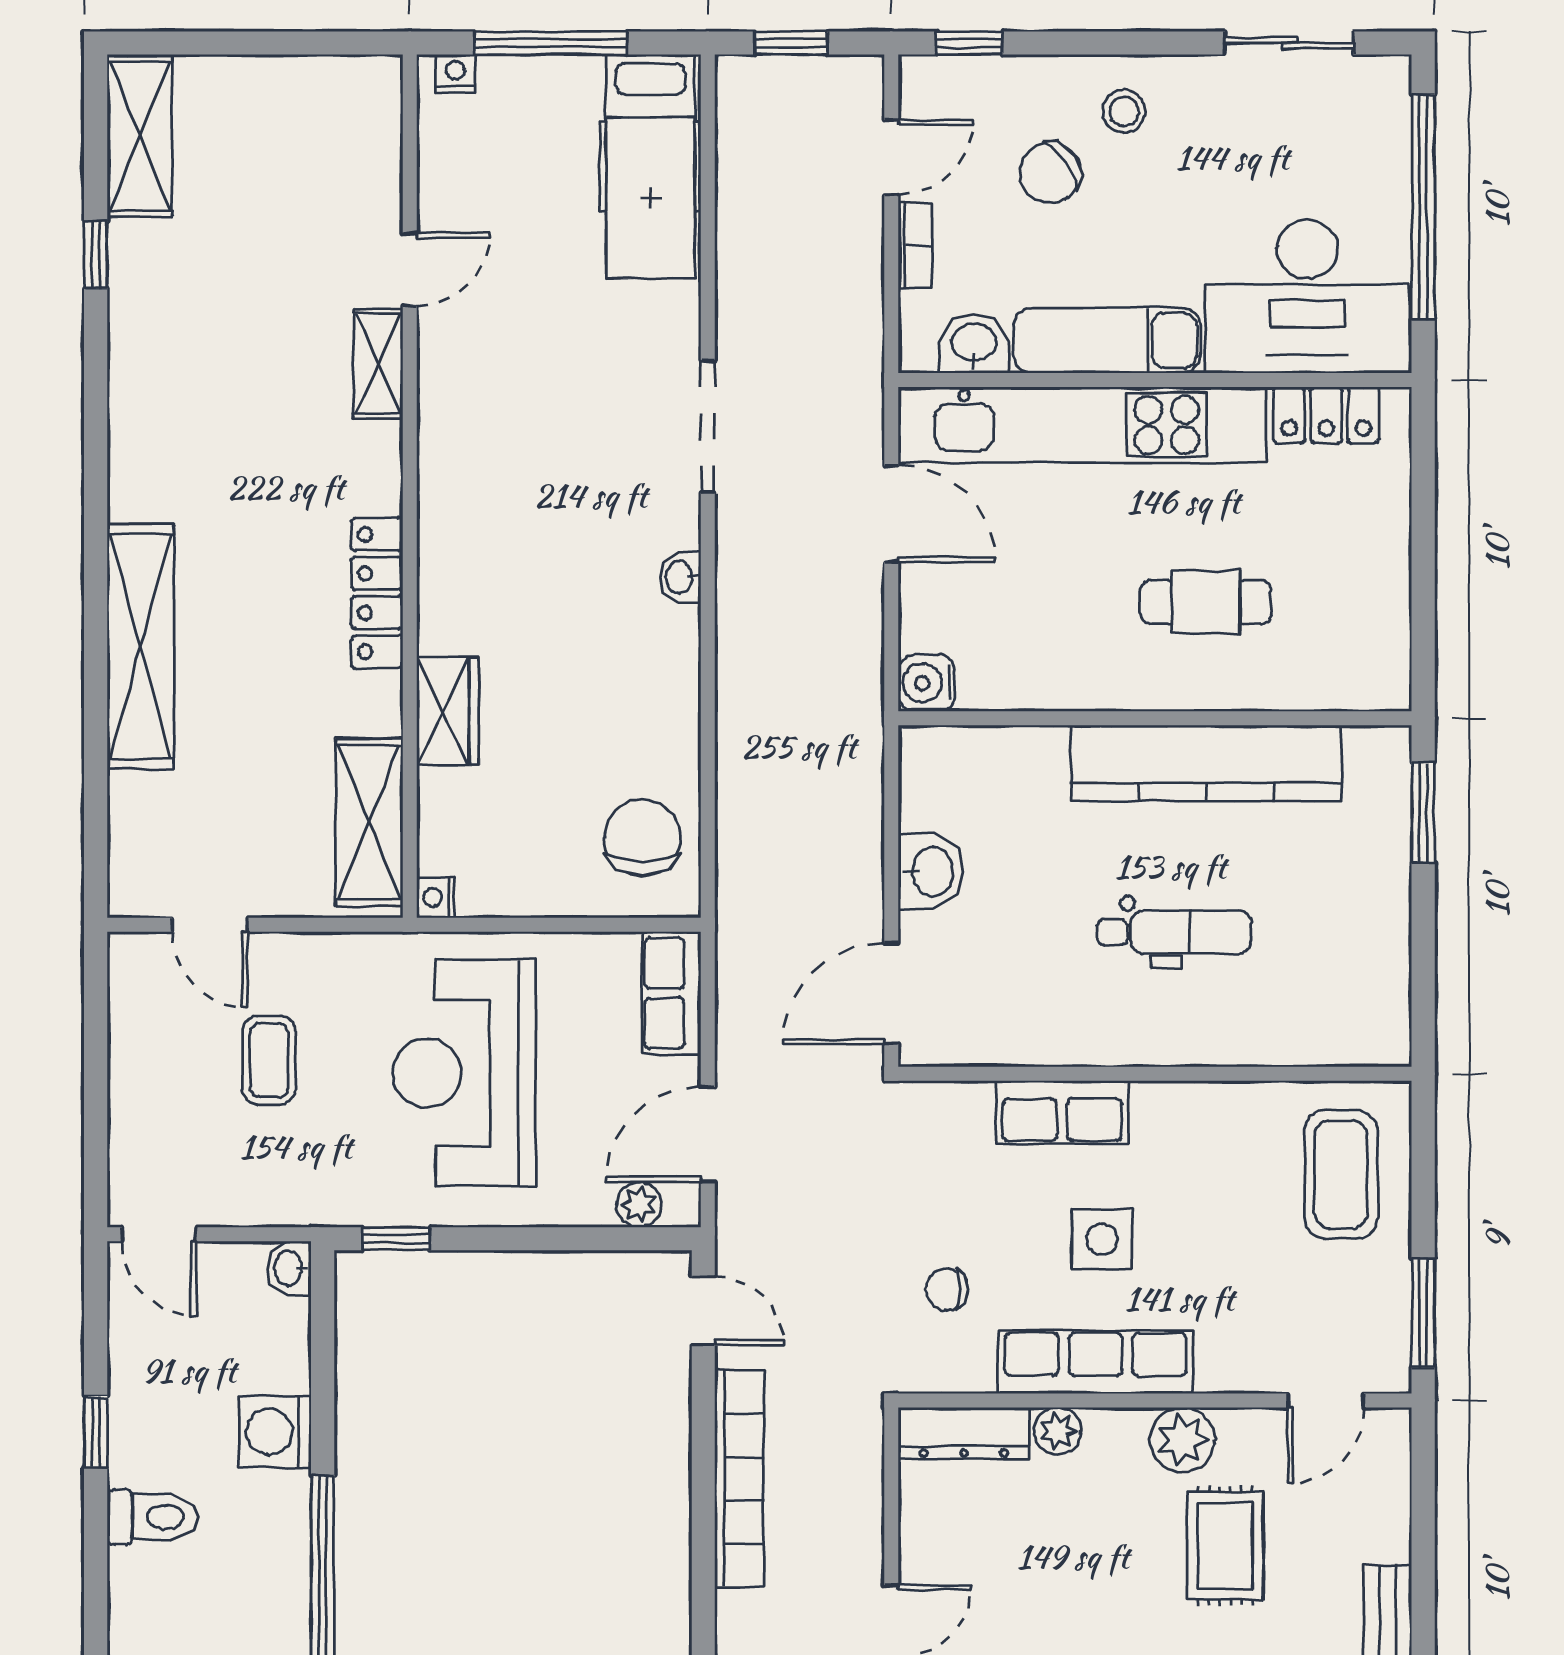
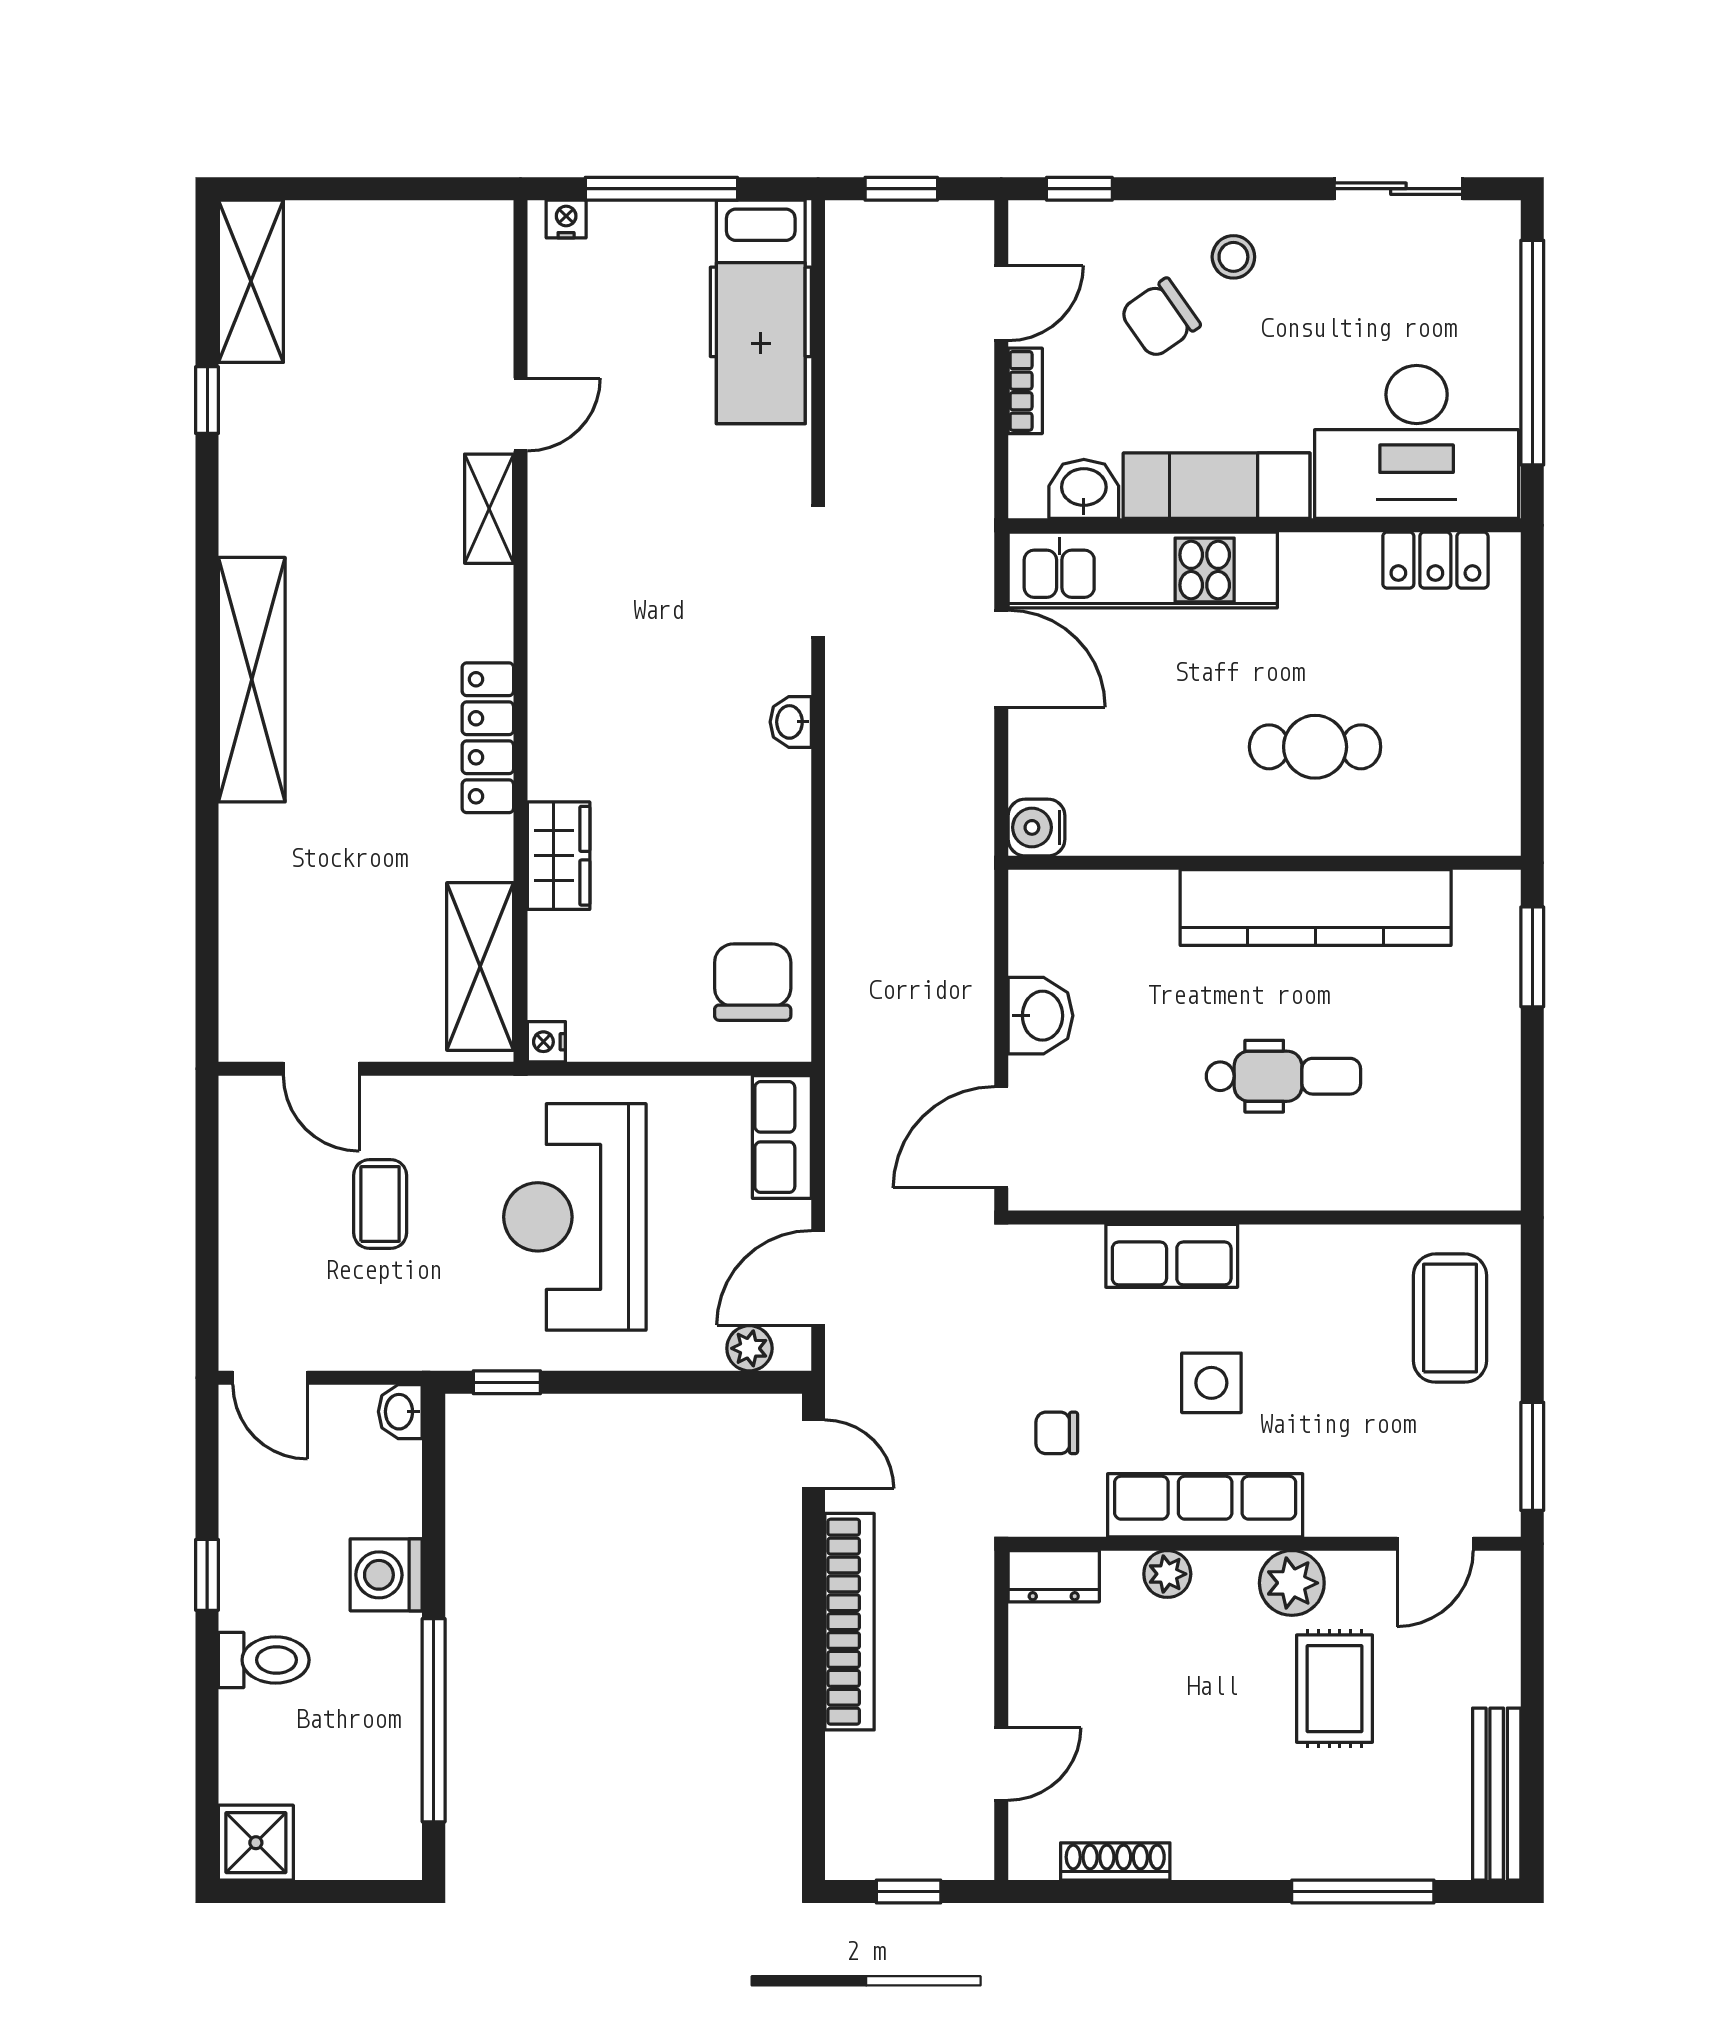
kitchen unit: (1082, 425) -> (1143, 570), width x0.73
shelving: (140, 646) -> (252, 680), moved
dresser: (964, 1433) -> (1054, 1576), width x0.70

